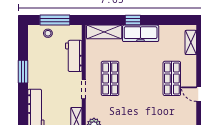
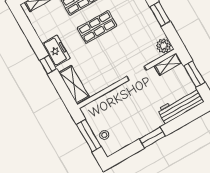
freezer: (141, 33) -> (56, 51), width x0.71
workbench: (74, 56) -> (111, 100), removed
shop shelf: (110, 78) -> (97, 27), moved

